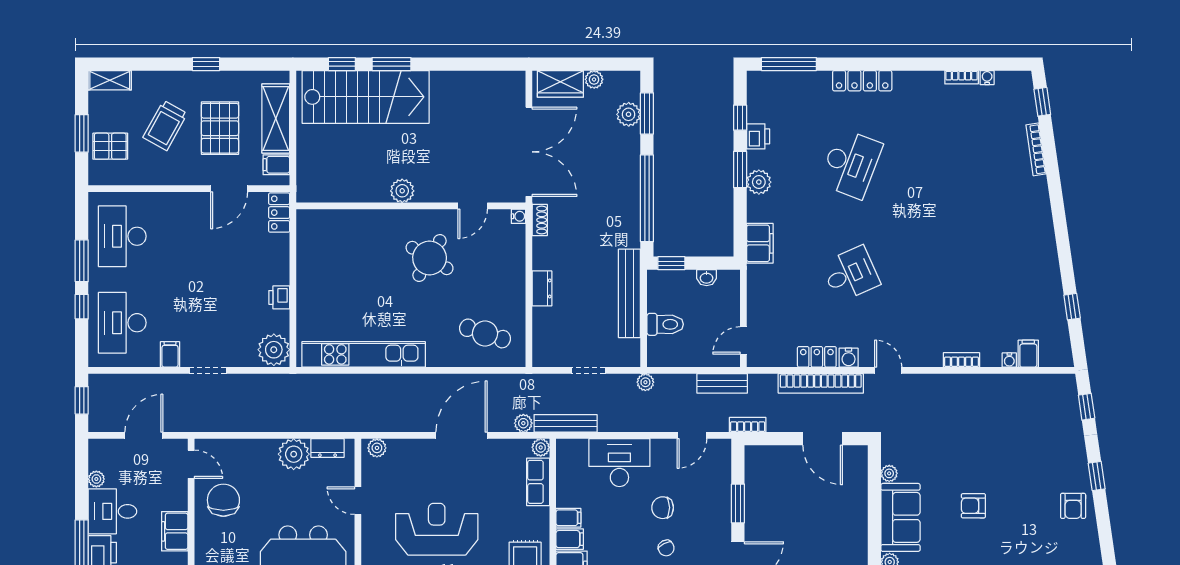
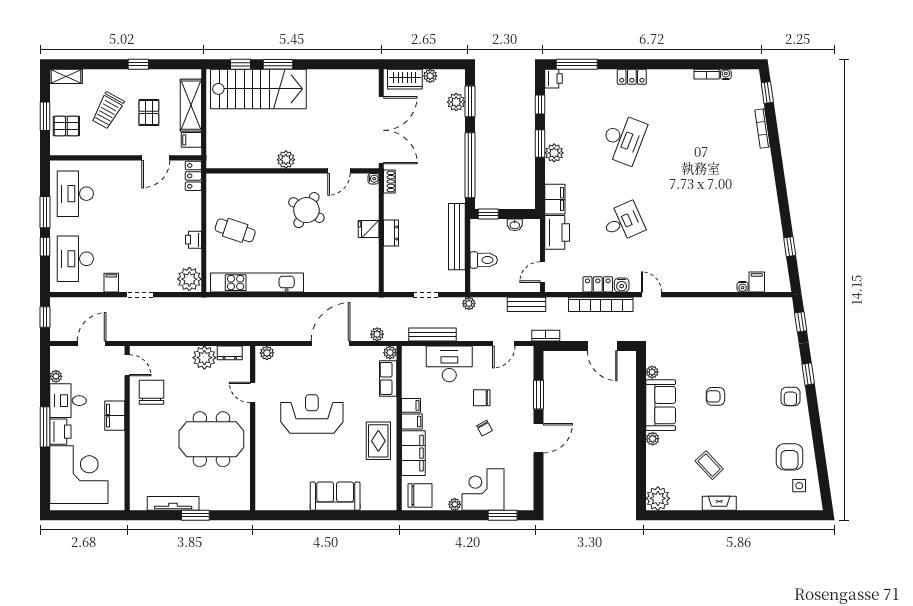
locker: (862, 81) -> (632, 77), width x0.66
pallet: (220, 128) -> (149, 112), width x0.67, depth x0.71
printer: (758, 136) -> (554, 79), moved
fridge: (512, 283) -> (369, 229), added
printer: (763, 288) -> (557, 232), added
cafe table: (485, 333) -> (235, 230), moved
bookcase: (961, 360) -> (707, 287), removed
bench: (566, 423) -> (433, 334), moved

